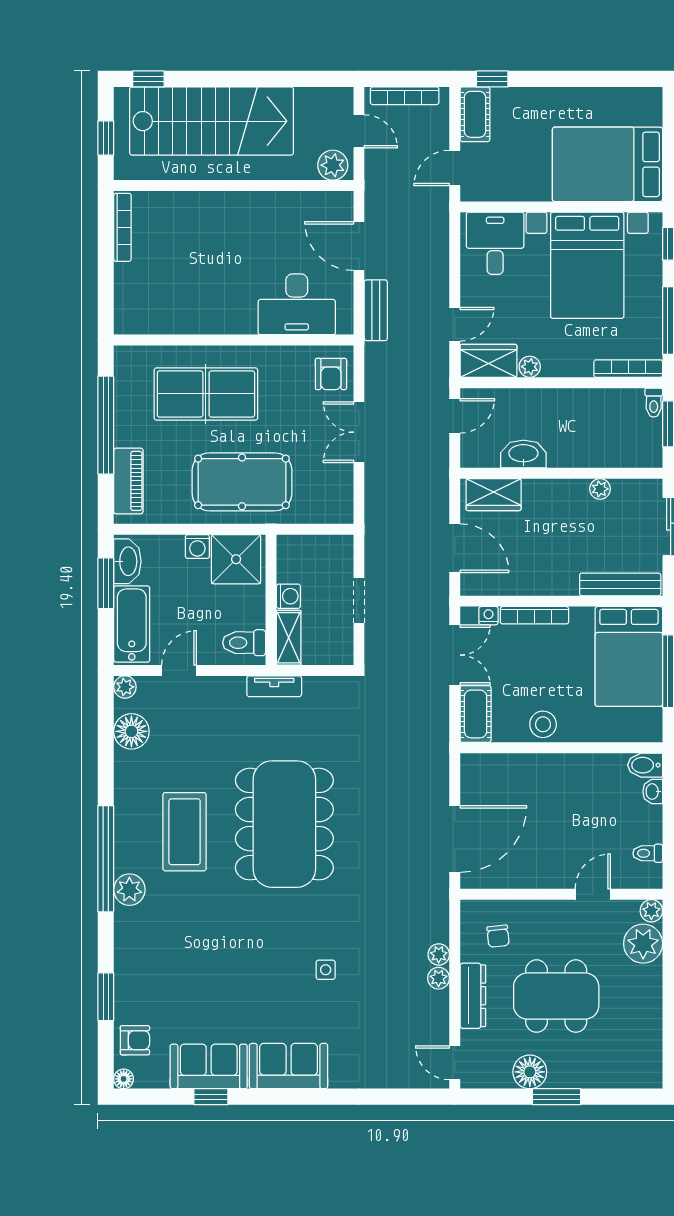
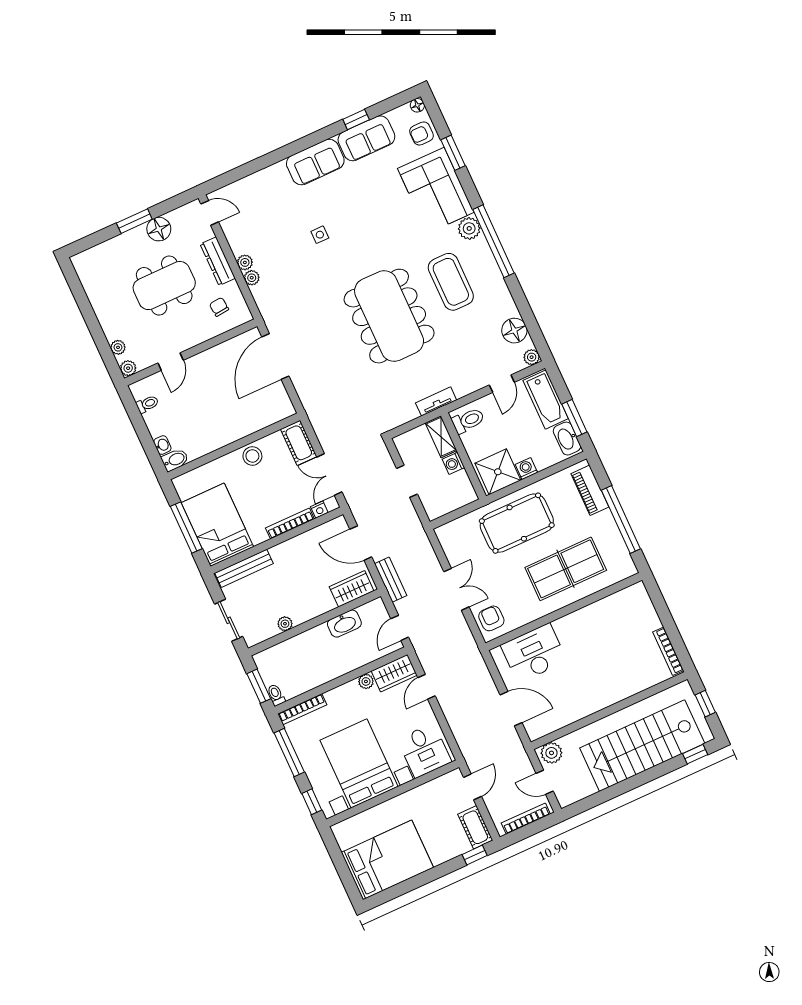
bed: (608, 164) -> (387, 860), moved
bench: (376, 310) -> (391, 580), moved
plant: (643, 944) -> (118, 347), width x0.53, depth x0.53
corner sofa: (150, 958) -> (436, 190), added

